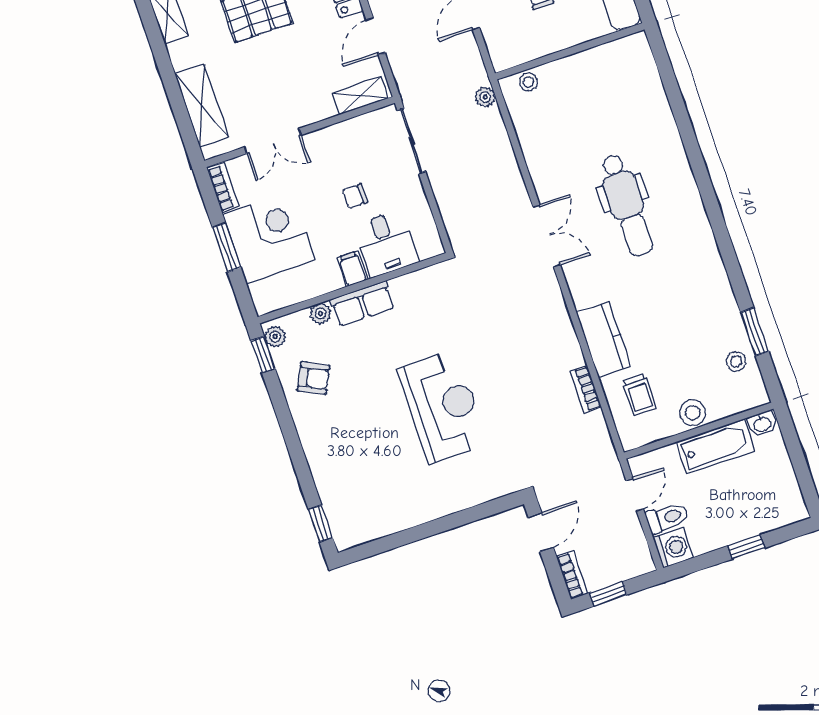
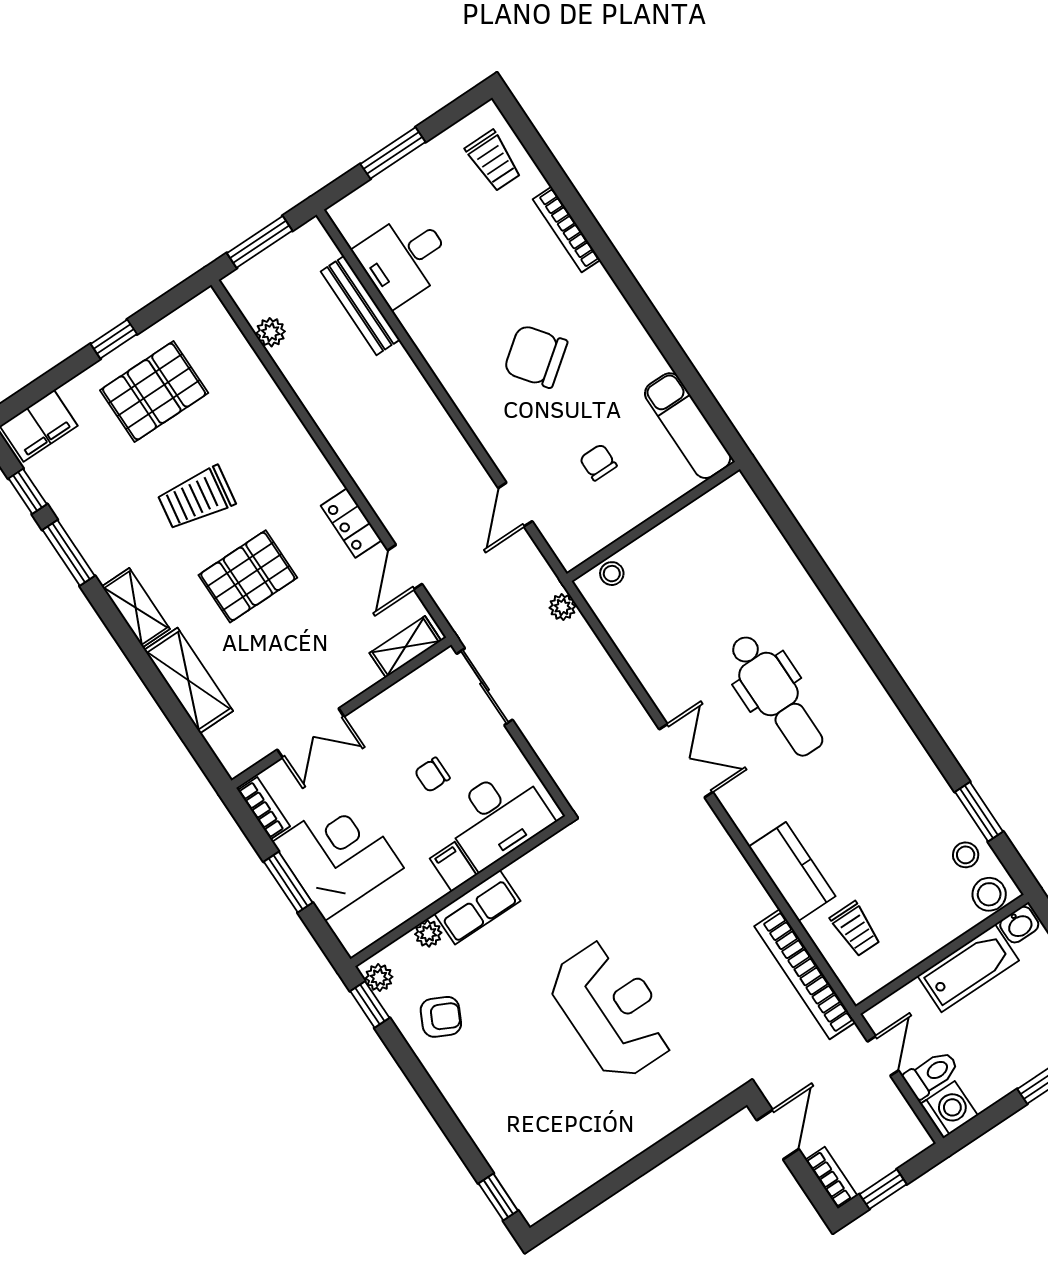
shelving: (202, 105) -> (189, 681), moved
desk: (386, 244) -> (498, 817), width x1.37
bookcase: (586, 389) -> (805, 974), width x2.31, depth x1.31
stool: (693, 413) -> (989, 894), moved

